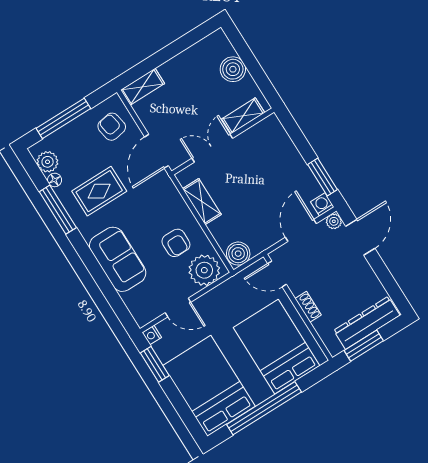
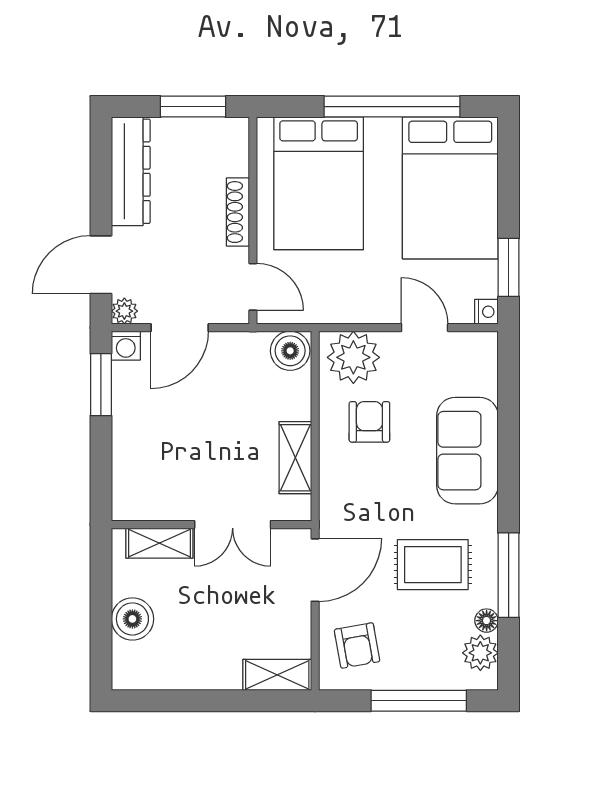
shoe rack: (308, 307) -> (238, 212), width x1.43
dresser: (367, 323) -> (131, 171), moved, turned -90

